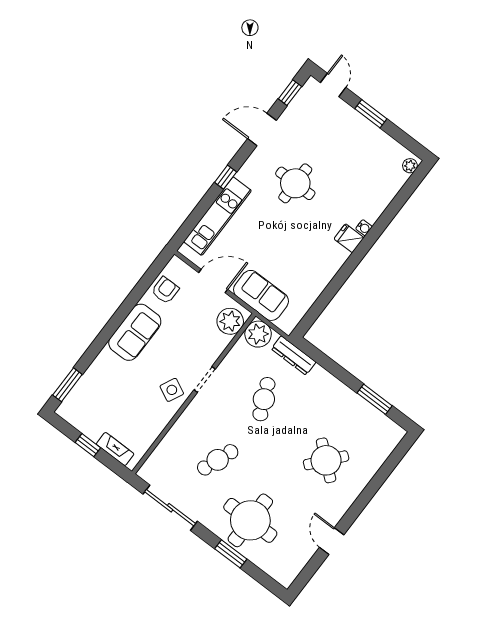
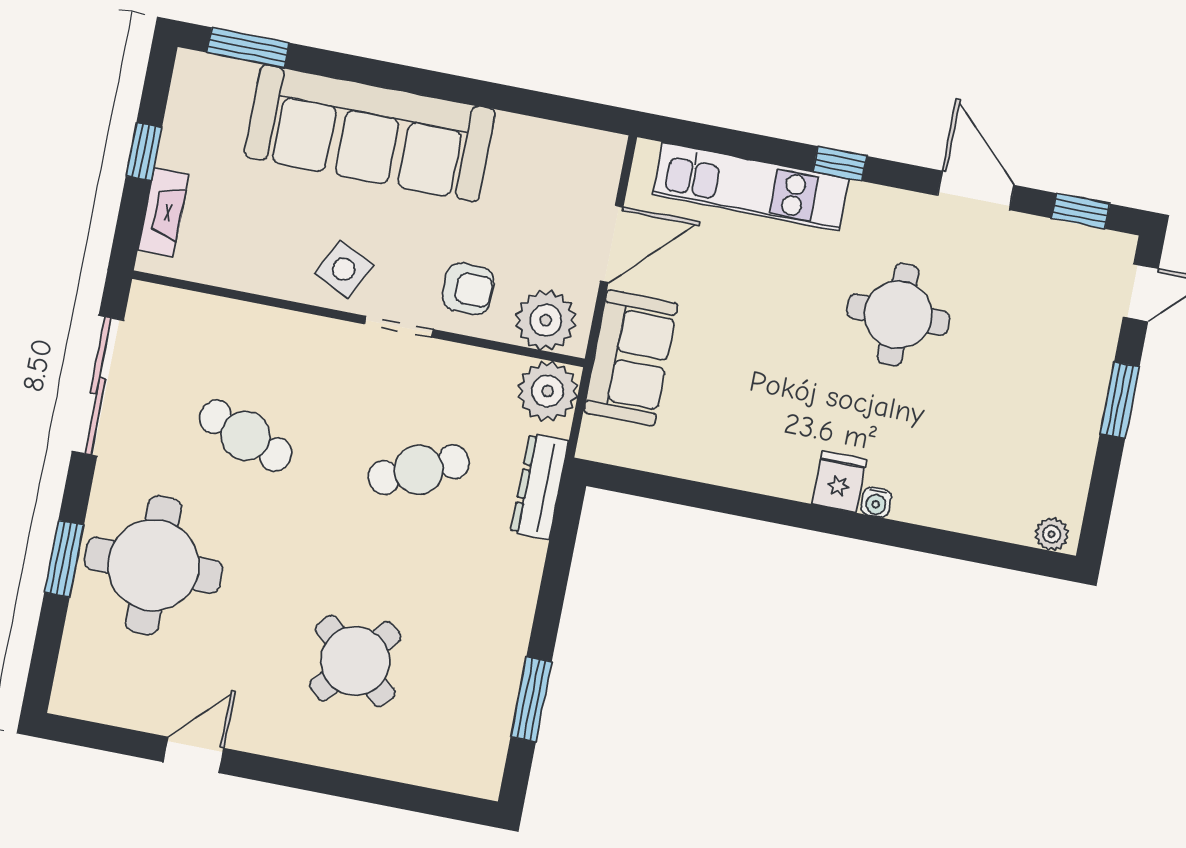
door: (213, 281) -> (612, 244), hinge flipped
armchair: (165, 290) -> (468, 289), moved
sofa: (135, 332) -> (370, 133), width x1.85, depth x1.27

